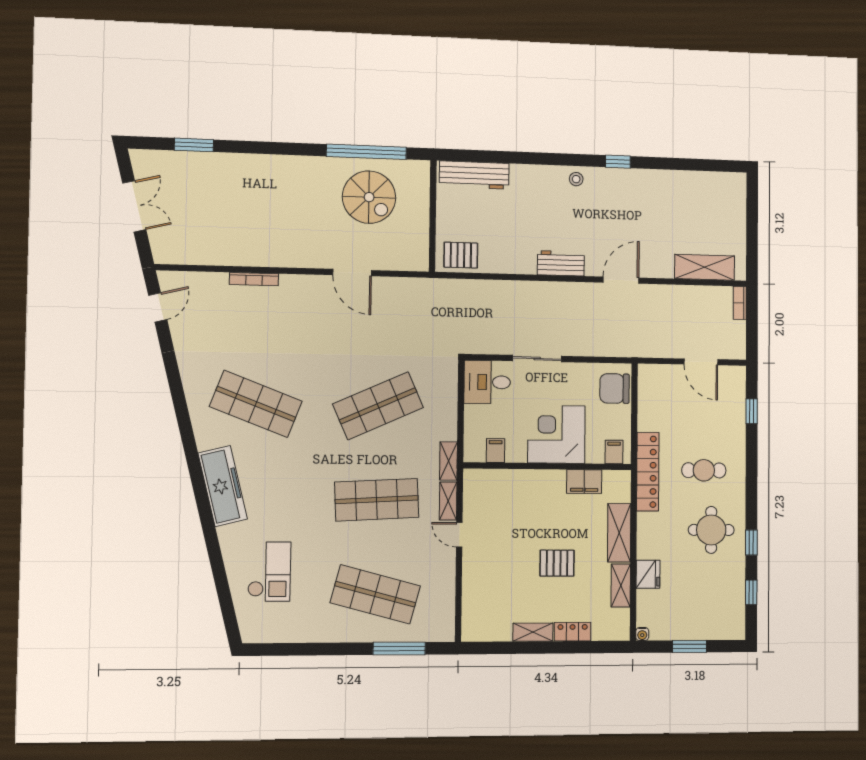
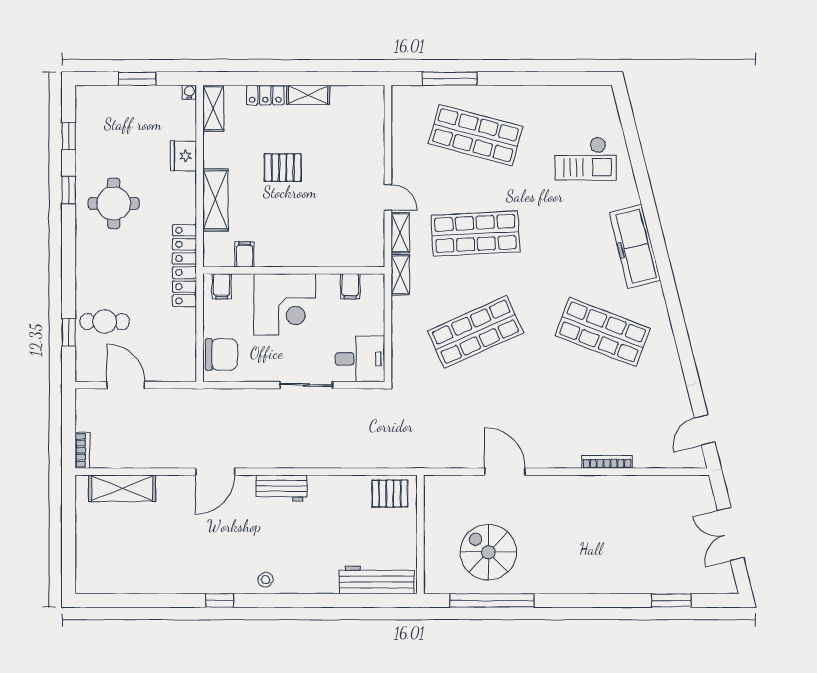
cafe table: (704, 470) -> (105, 322), moved
filing cabinet: (584, 482) -> (245, 254), width x0.50
checkout: (269, 572) -> (586, 159), turned -90
shelving: (621, 585) -> (213, 108), moved

